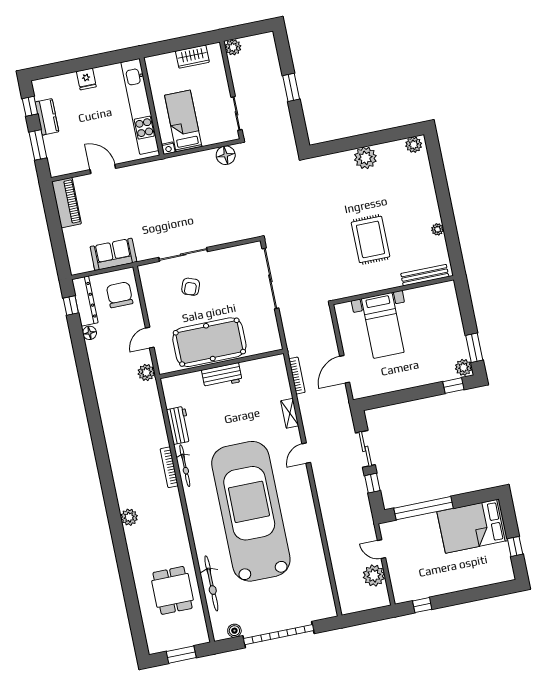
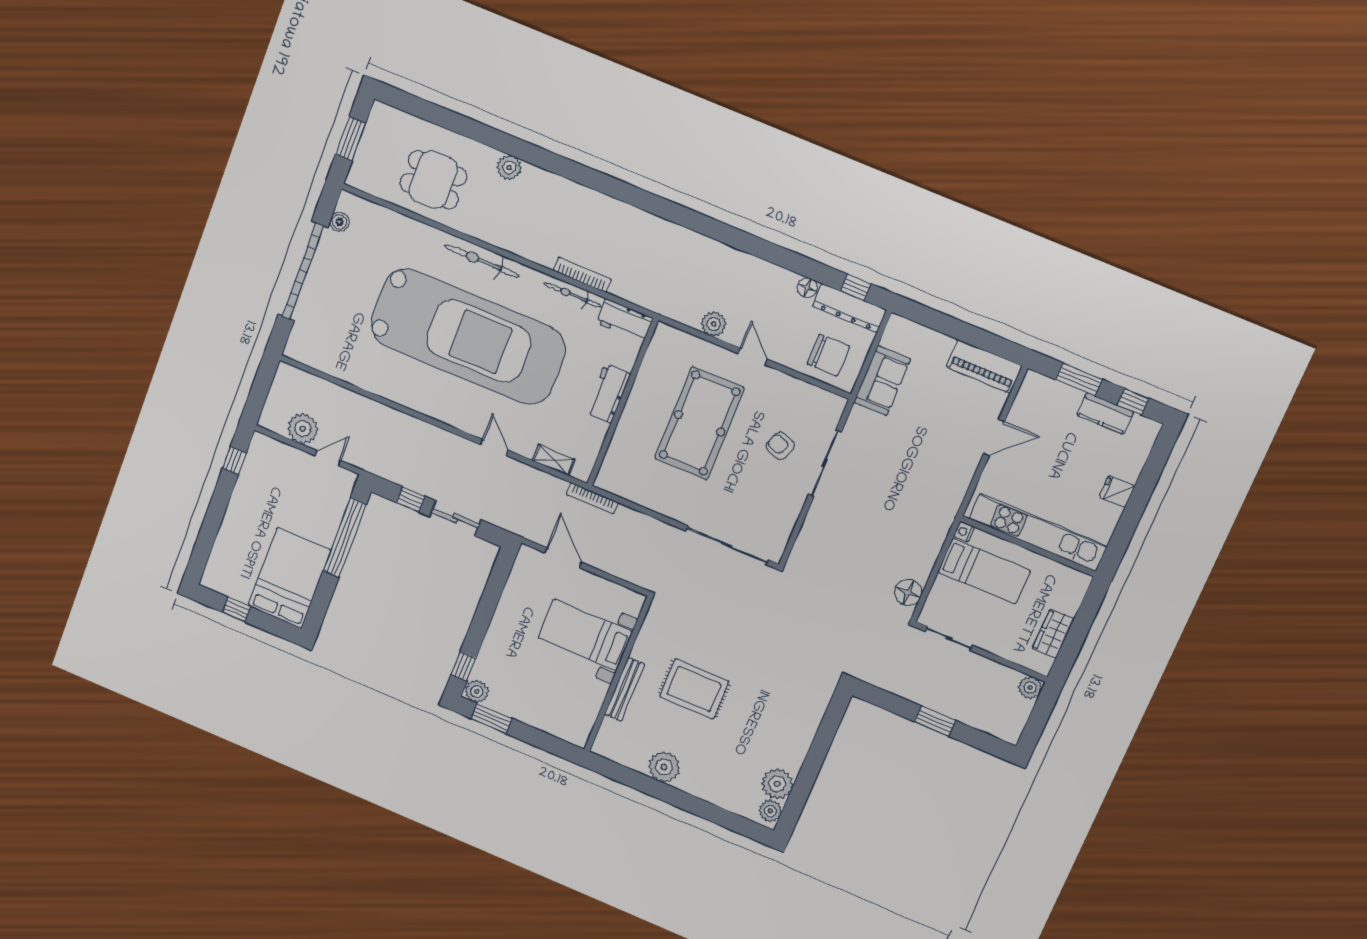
plant: (365, 158) -> (777, 784), moved
plant: (438, 229) -> (664, 767), width x1.88, depth x1.88
bench: (425, 275) -> (625, 689), moved
wall: (222, 364) -> (622, 403), moved
workbench: (222, 376) -> (608, 394), moved
plant: (129, 517) -> (509, 168), moved
bicycle: (211, 583) -> (482, 261), moved

